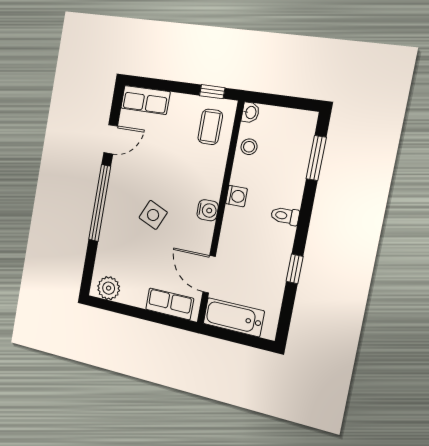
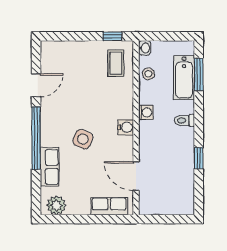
row of seats: (145, 100) -> (50, 167), moved, turned -90
bathtub: (233, 317) -> (184, 78), moved, turned -90

